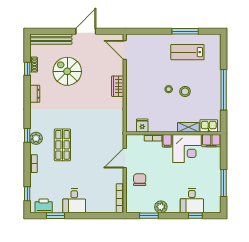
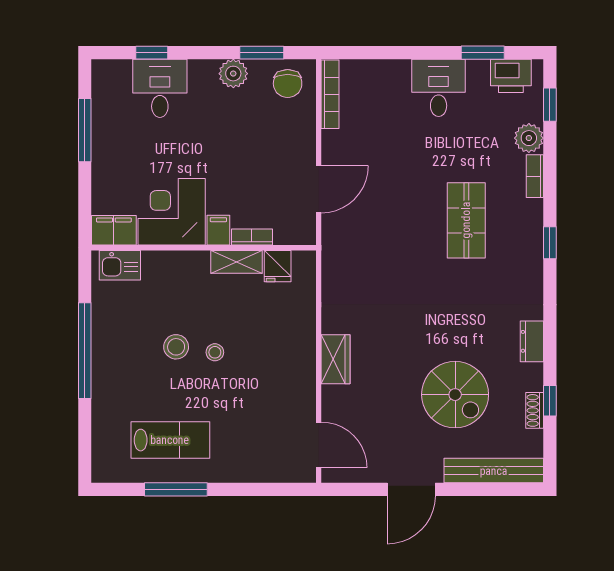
shelving: (188, 127) -> (237, 262), moved
plant: (36, 138) -> (529, 138), moved
chair: (140, 180) -> (288, 84), moved

